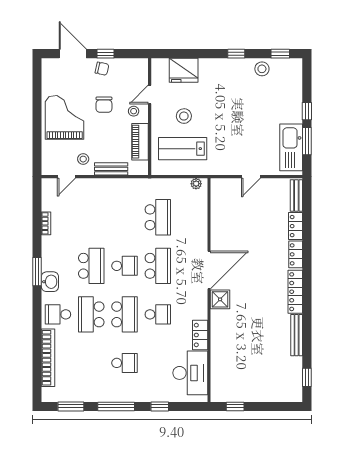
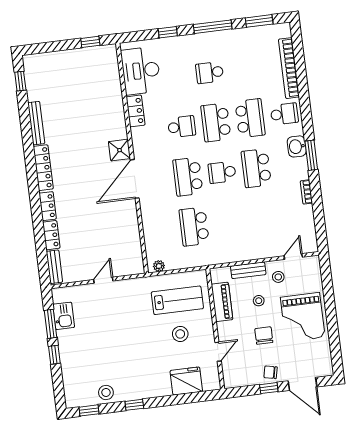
stool: (134, 111) -> (259, 301), moved
kitchen sink: (291, 147) -> (64, 316), width x0.53, depth x0.81
bookcase: (46, 223) -> (306, 192), moved
school desk: (158, 314) -> (182, 127), turned 180

